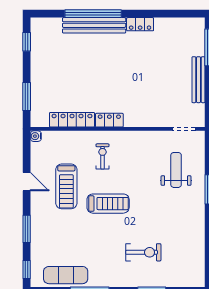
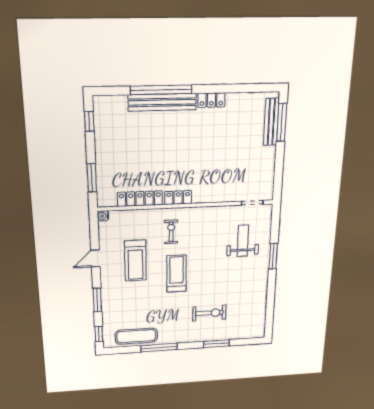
bench: (199, 80) -> (271, 122), moved
door: (27, 182) -> (95, 258), swing flipped
treadmill: (108, 204) -> (177, 274), turned -90

